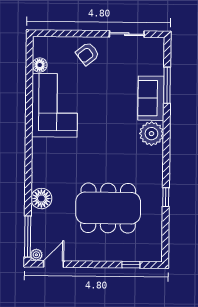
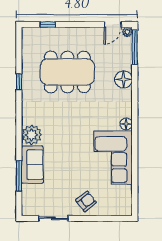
floor lamp: (40, 65) -> (126, 124), moved

